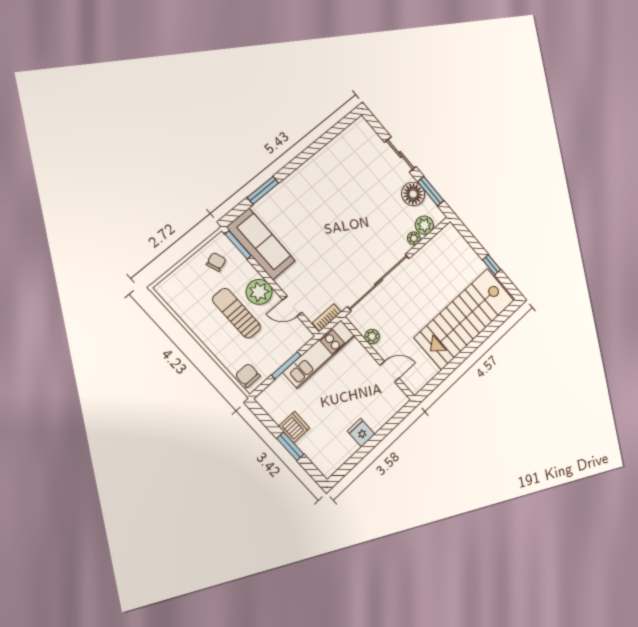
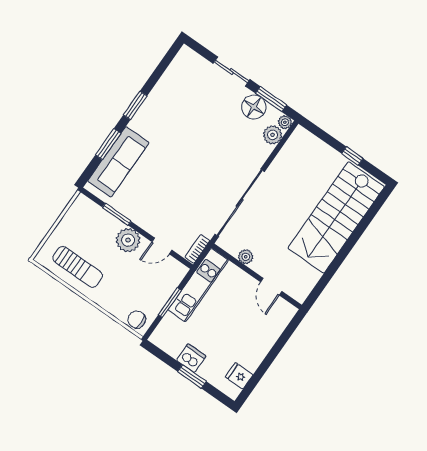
window: (300, 160) -> (135, 105), added
plant: (414, 238) -> (285, 122), moved
sofa: (261, 244) -> (118, 162), moved, turned 90
window: (238, 245) -> (117, 214), moved
chair: (216, 262) -> (82, 222), removed
sun lounger: (237, 313) -> (78, 267), moved, turned 180
door: (390, 372) -> (271, 287), swing flipped
fridge: (361, 433) -> (239, 376), moved

